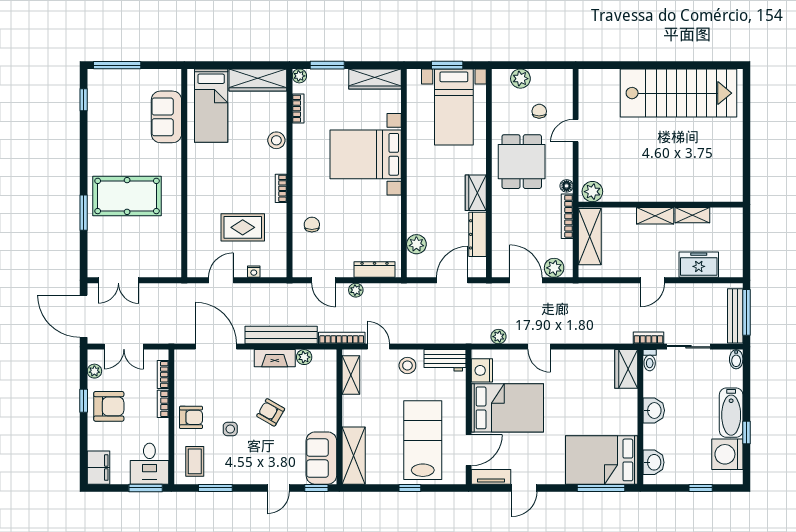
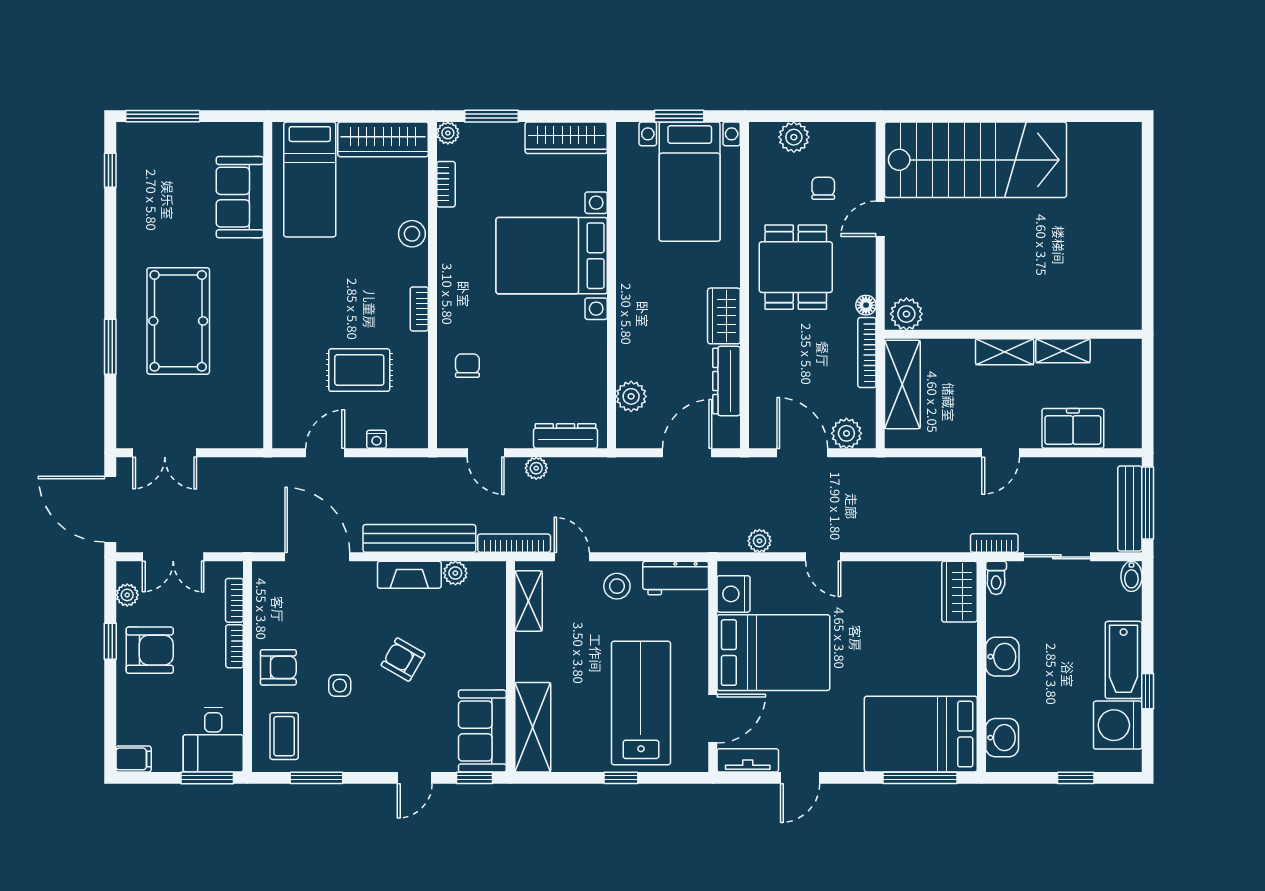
stairs: (678, 93) -> (975, 160), moved
pool table: (127, 196) -> (178, 321), turned 90
filing cabinet: (98, 468) -> (134, 759), width x0.50

